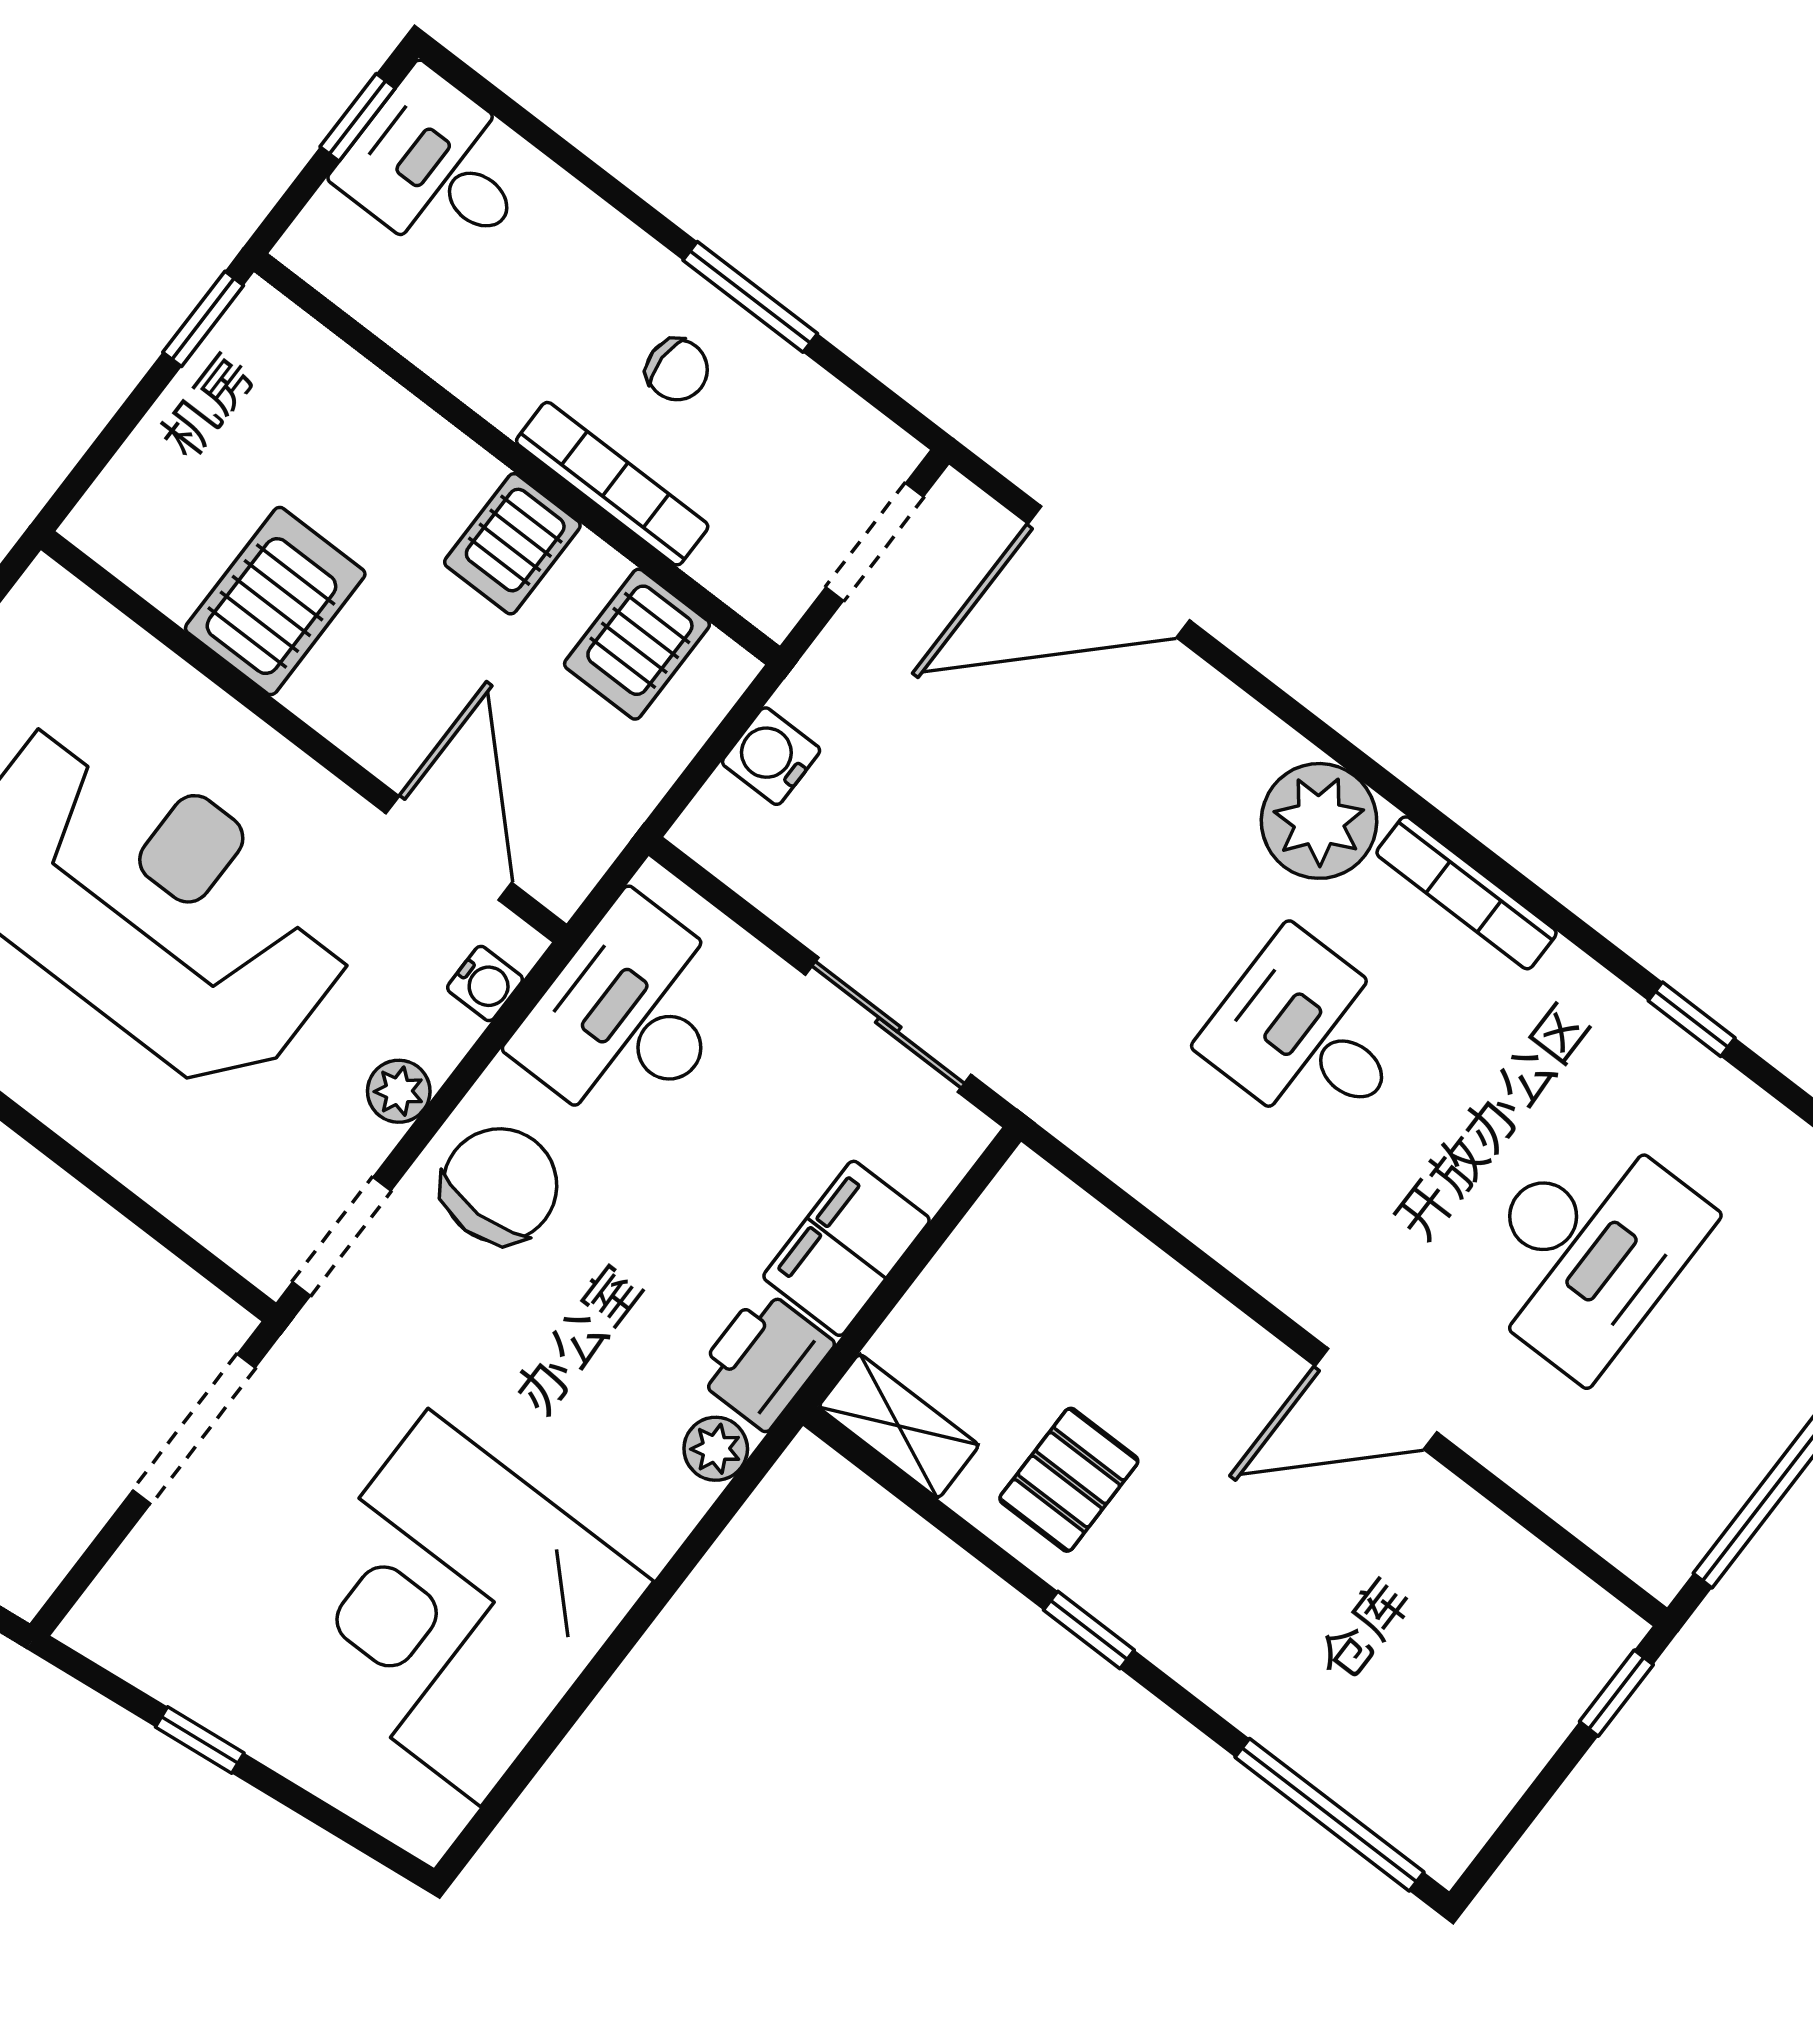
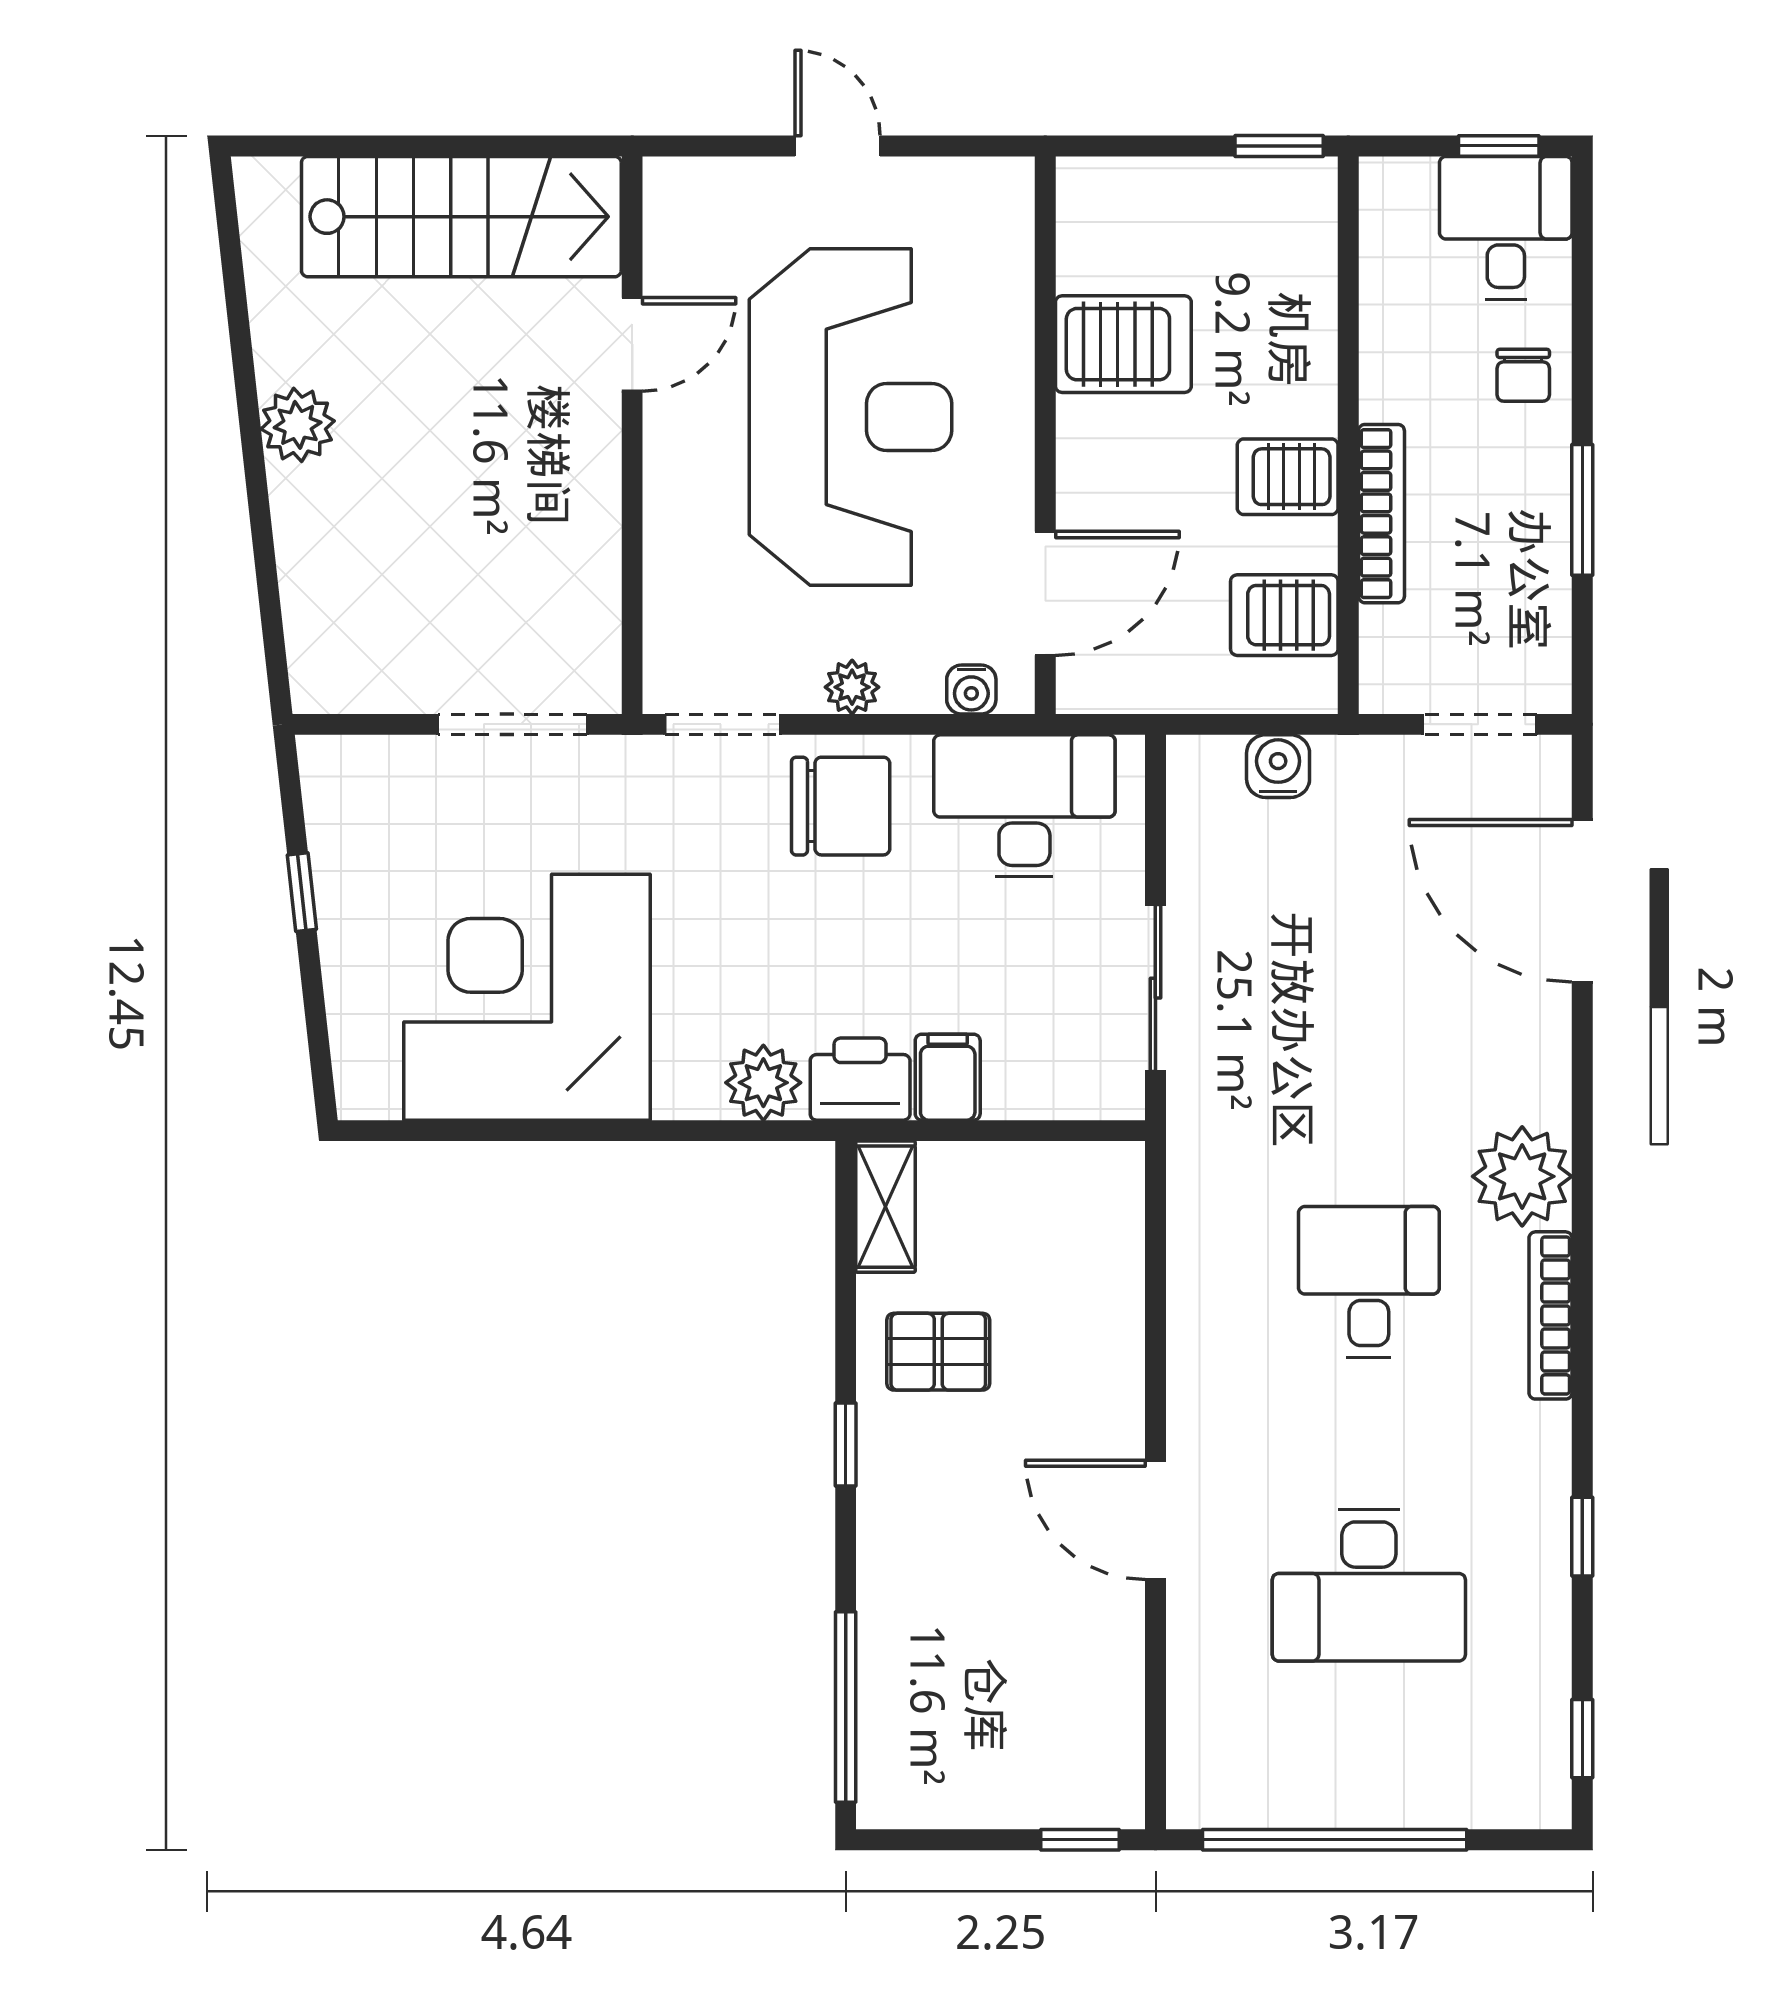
chair: (677, 370) -> (1523, 375), moved
filing cabinet: (847, 1248) -> (948, 1077), width x0.50
plant: (716, 1449) -> (763, 1083), width x1.38, depth x1.38

